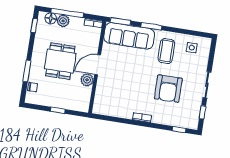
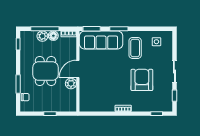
floor lamp: (51, 18) -> (53, 36), moved
armchair: (168, 89) -> (142, 80), turned 180

